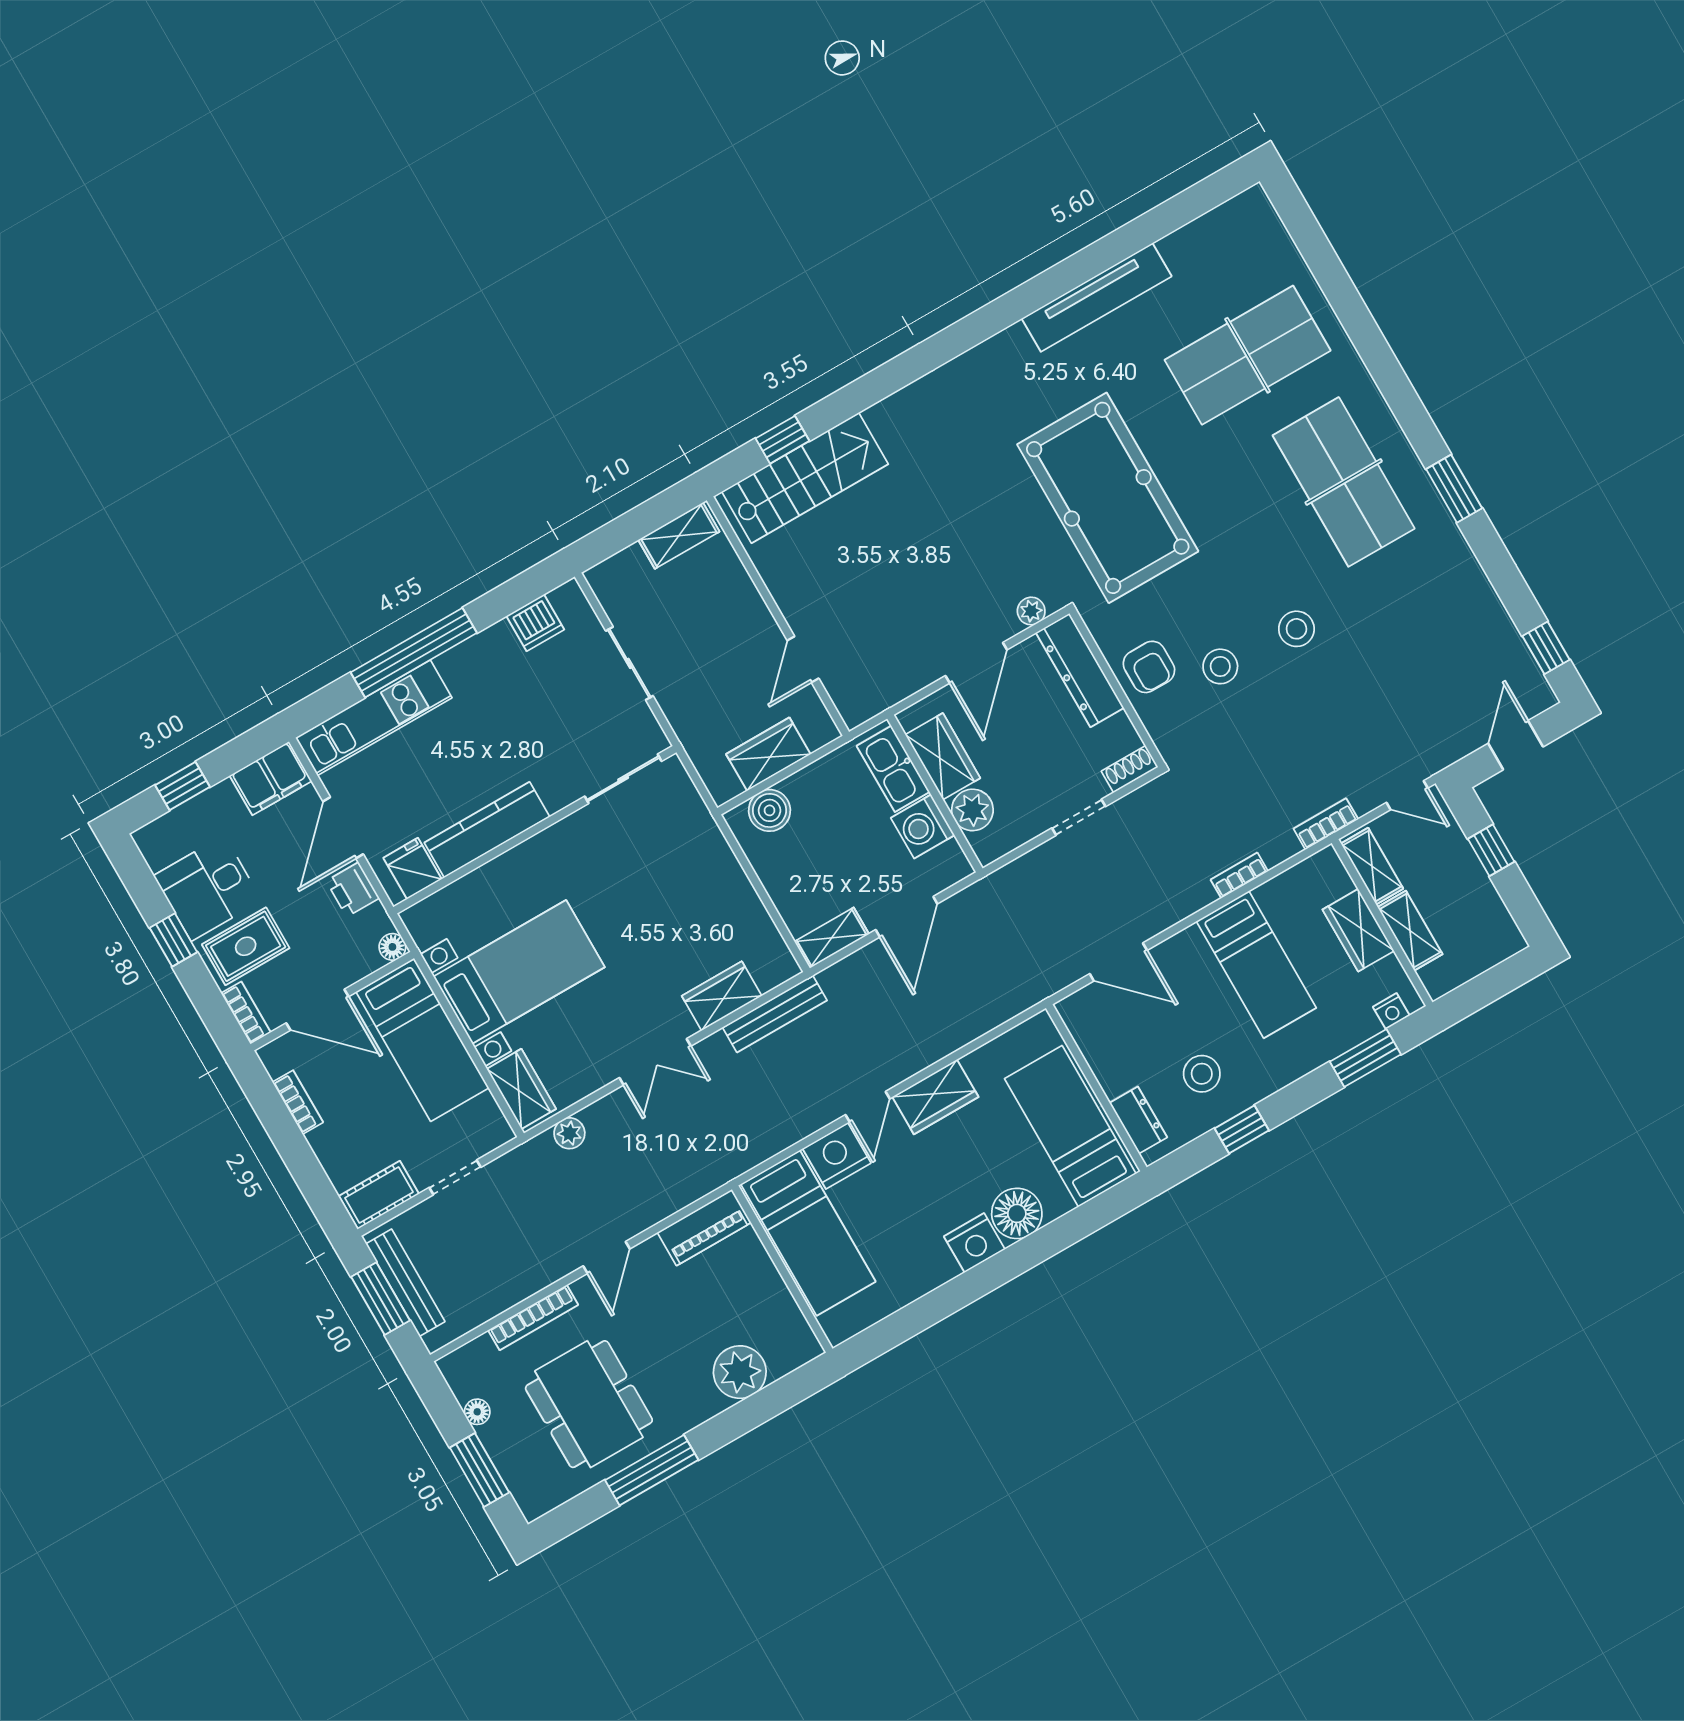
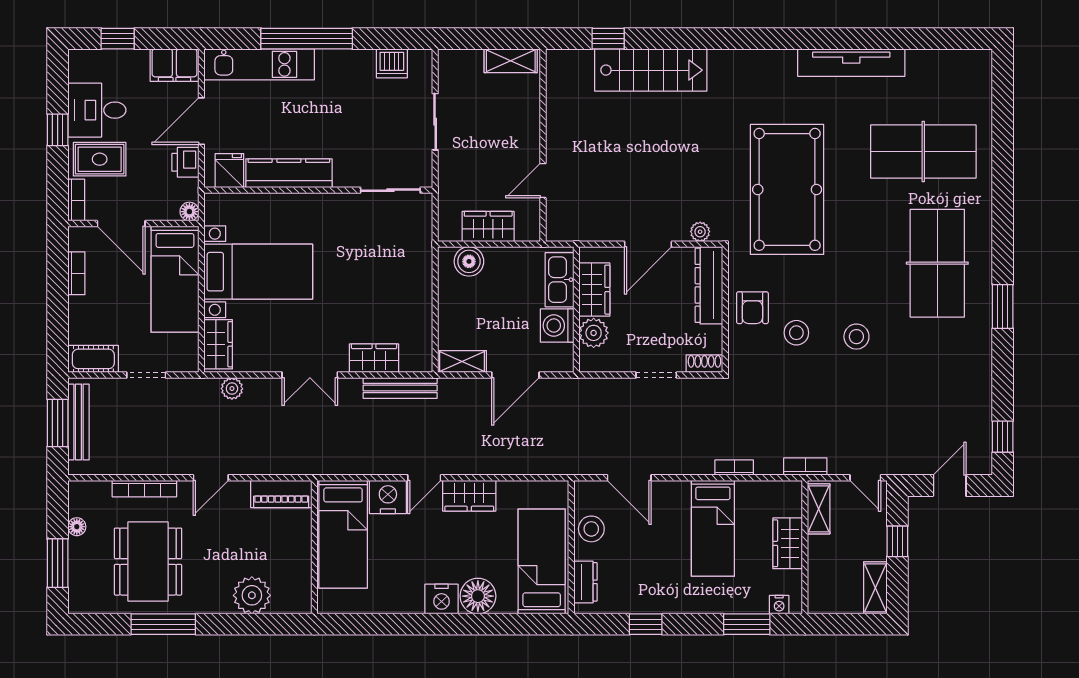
stairs: (805, 478) -> (651, 70), moved
shelving: (1410, 931) -> (875, 588), moved
stool: (1202, 1074) -> (591, 529), moved

